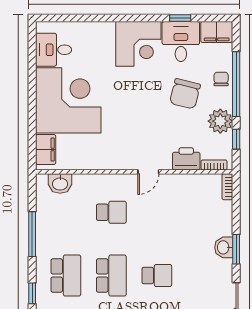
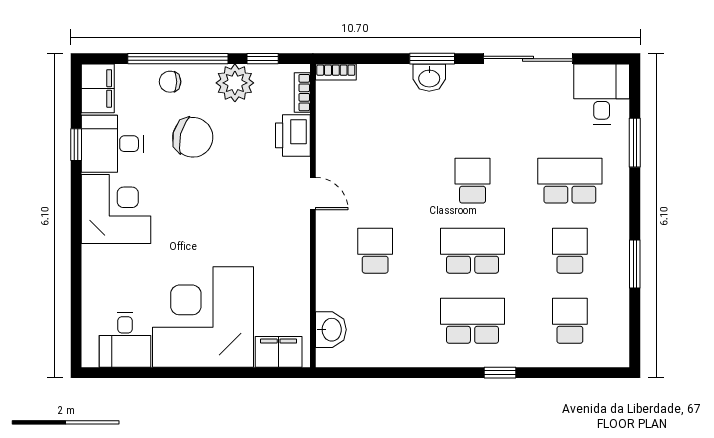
window: (32, 234) -> (409, 373), removed

